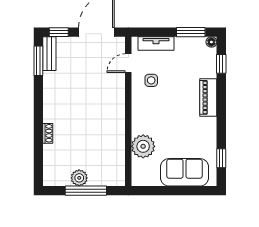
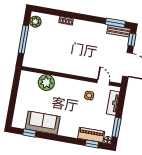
piano: (208, 97) -> (91, 135), moved
sofa: (185, 172) -> (43, 123), moved, turned -90
plant: (79, 178) -> (35, 22), moved

